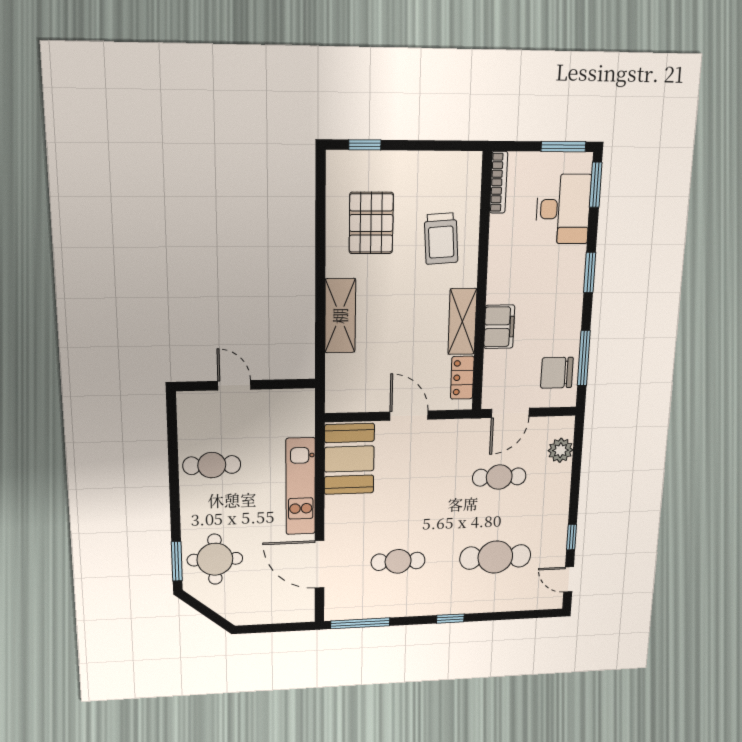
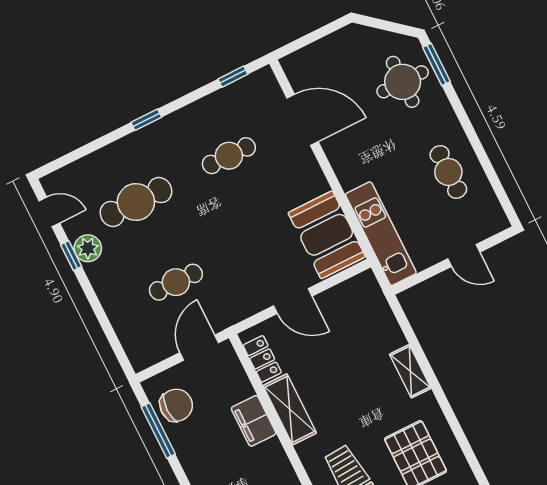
shelving: (340, 316) -> (410, 371), width x0.67, depth x0.75
plant: (560, 450) -> (88, 248), moved
cafe table: (212, 465) -> (448, 172), turned 90
kitchen unit: (301, 486) -> (381, 234), moved
window: (360, 623) -> (233, 77), width x0.46

